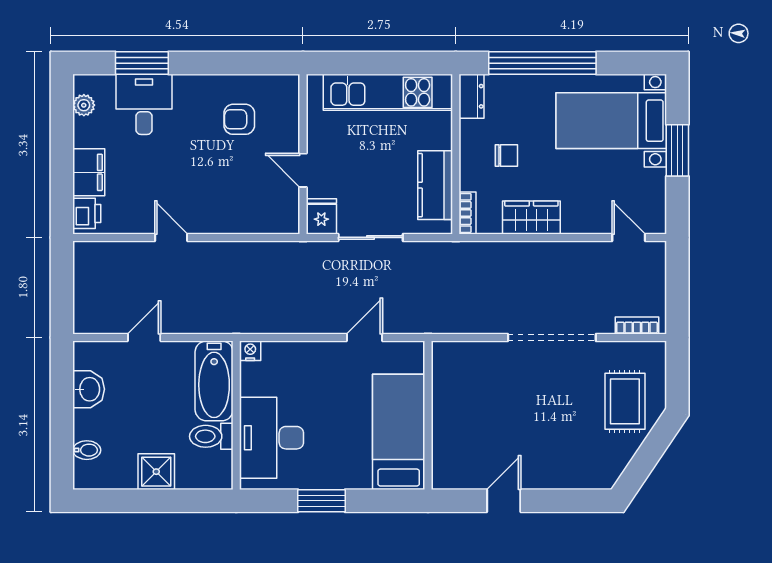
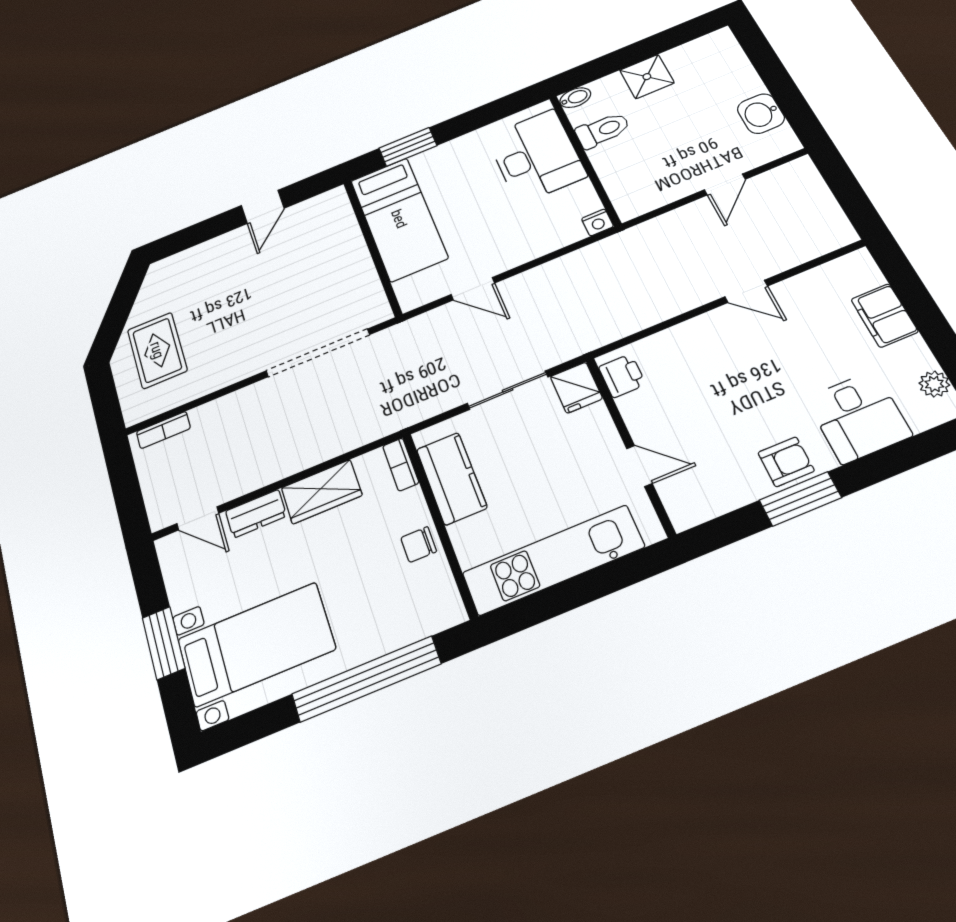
window: (142, 63) -> (800, 499), moved
dresser: (471, 96) -> (256, 514), moved, turned -90
armchair: (239, 119) -> (786, 462), moved
chair: (506, 156) -> (419, 545), moved
door: (303, 170) -> (639, 466), moved
printer: (87, 213) -> (622, 376), moved, turned 180
door: (364, 337) -> (473, 289), hinge flipped
doorway: (552, 337) -> (318, 353), moved
bathtub: (214, 381) -> (625, 179), removed
bidet: (87, 450) -> (575, 98), moved, turned 180
window: (322, 501) -> (408, 147), moved

